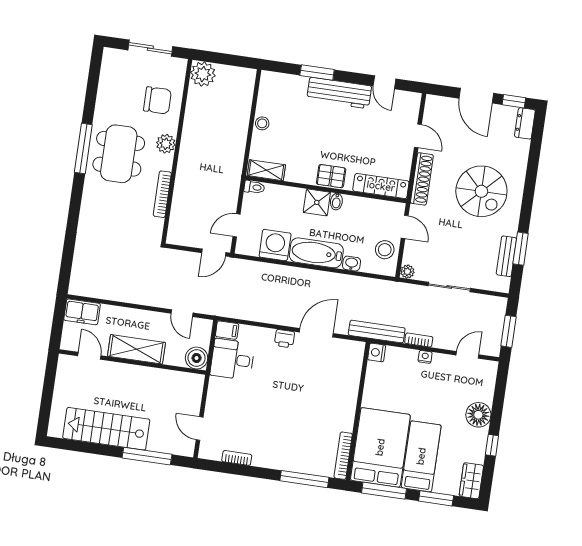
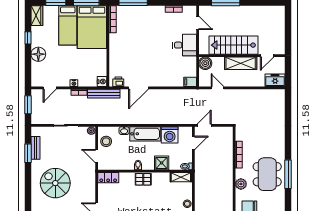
shoe rack: (422, 179) -> (91, 185), removed
locker: (381, 186) -> (108, 178), width x0.66
shower: (317, 202) -> (162, 163), moved
printer: (284, 339) -> (118, 82), moved
door: (89, 356) -> (267, 56), hinge flipped
desk: (232, 359) -> (185, 45), moved
stairs: (106, 429) -> (234, 45), moved, turned 180

